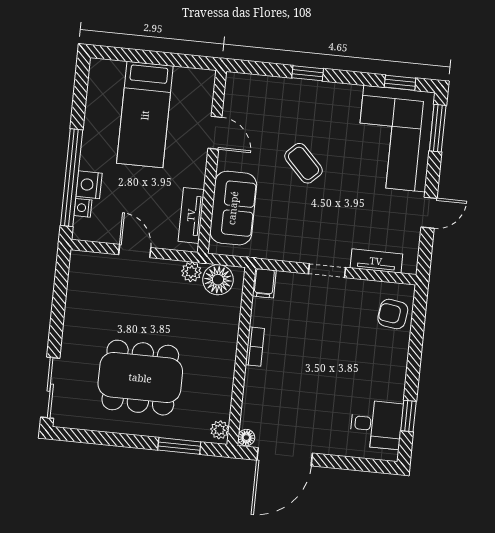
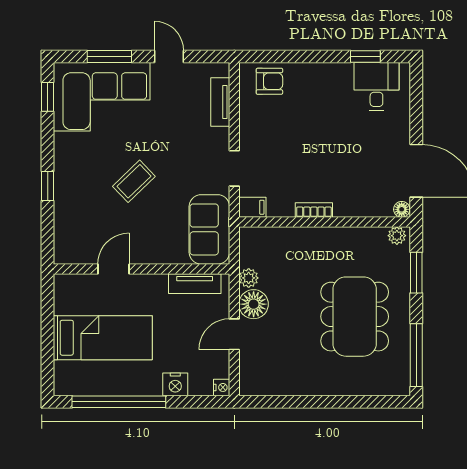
window: (438, 128) -> (109, 56), moved
window: (72, 178) -> (119, 402), moved
nightstand: (83, 208) -> (222, 387), moved, turned -90
sofa: (233, 208) -> (209, 229), moved, turned -90
doorway: (327, 271) -> (234, 168), moved
floor lamp: (218, 280) -> (254, 304), moved
armchair: (393, 314) -> (269, 81), turned -98
sliding door: (50, 388) -> (373, 402), removed
window: (94, 437) -> (416, 355), added

